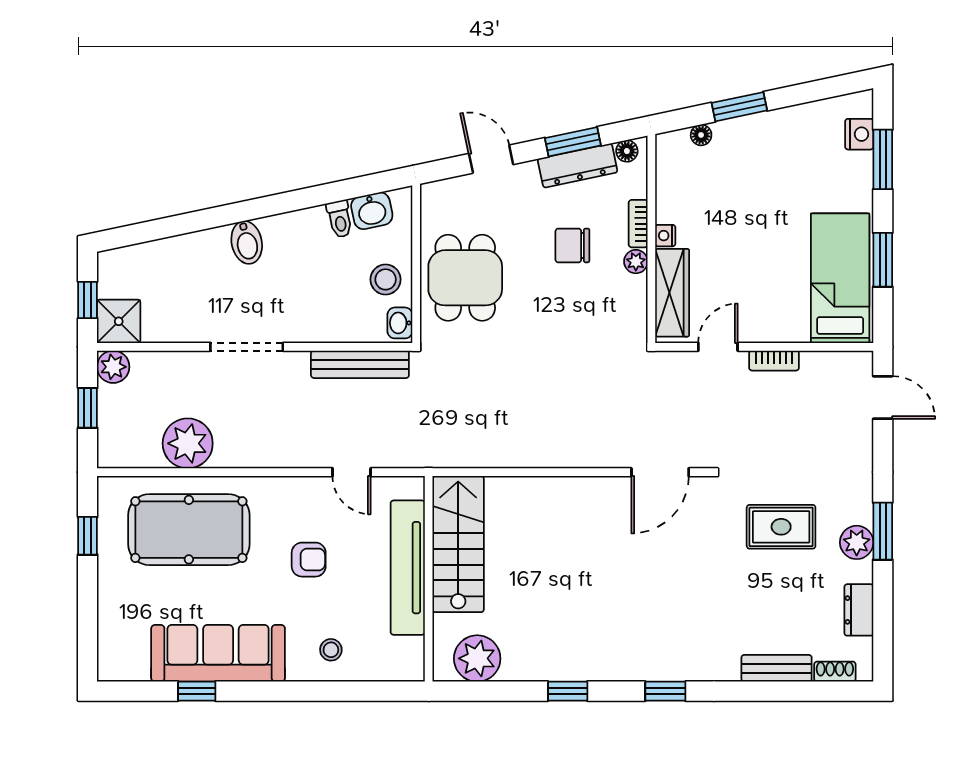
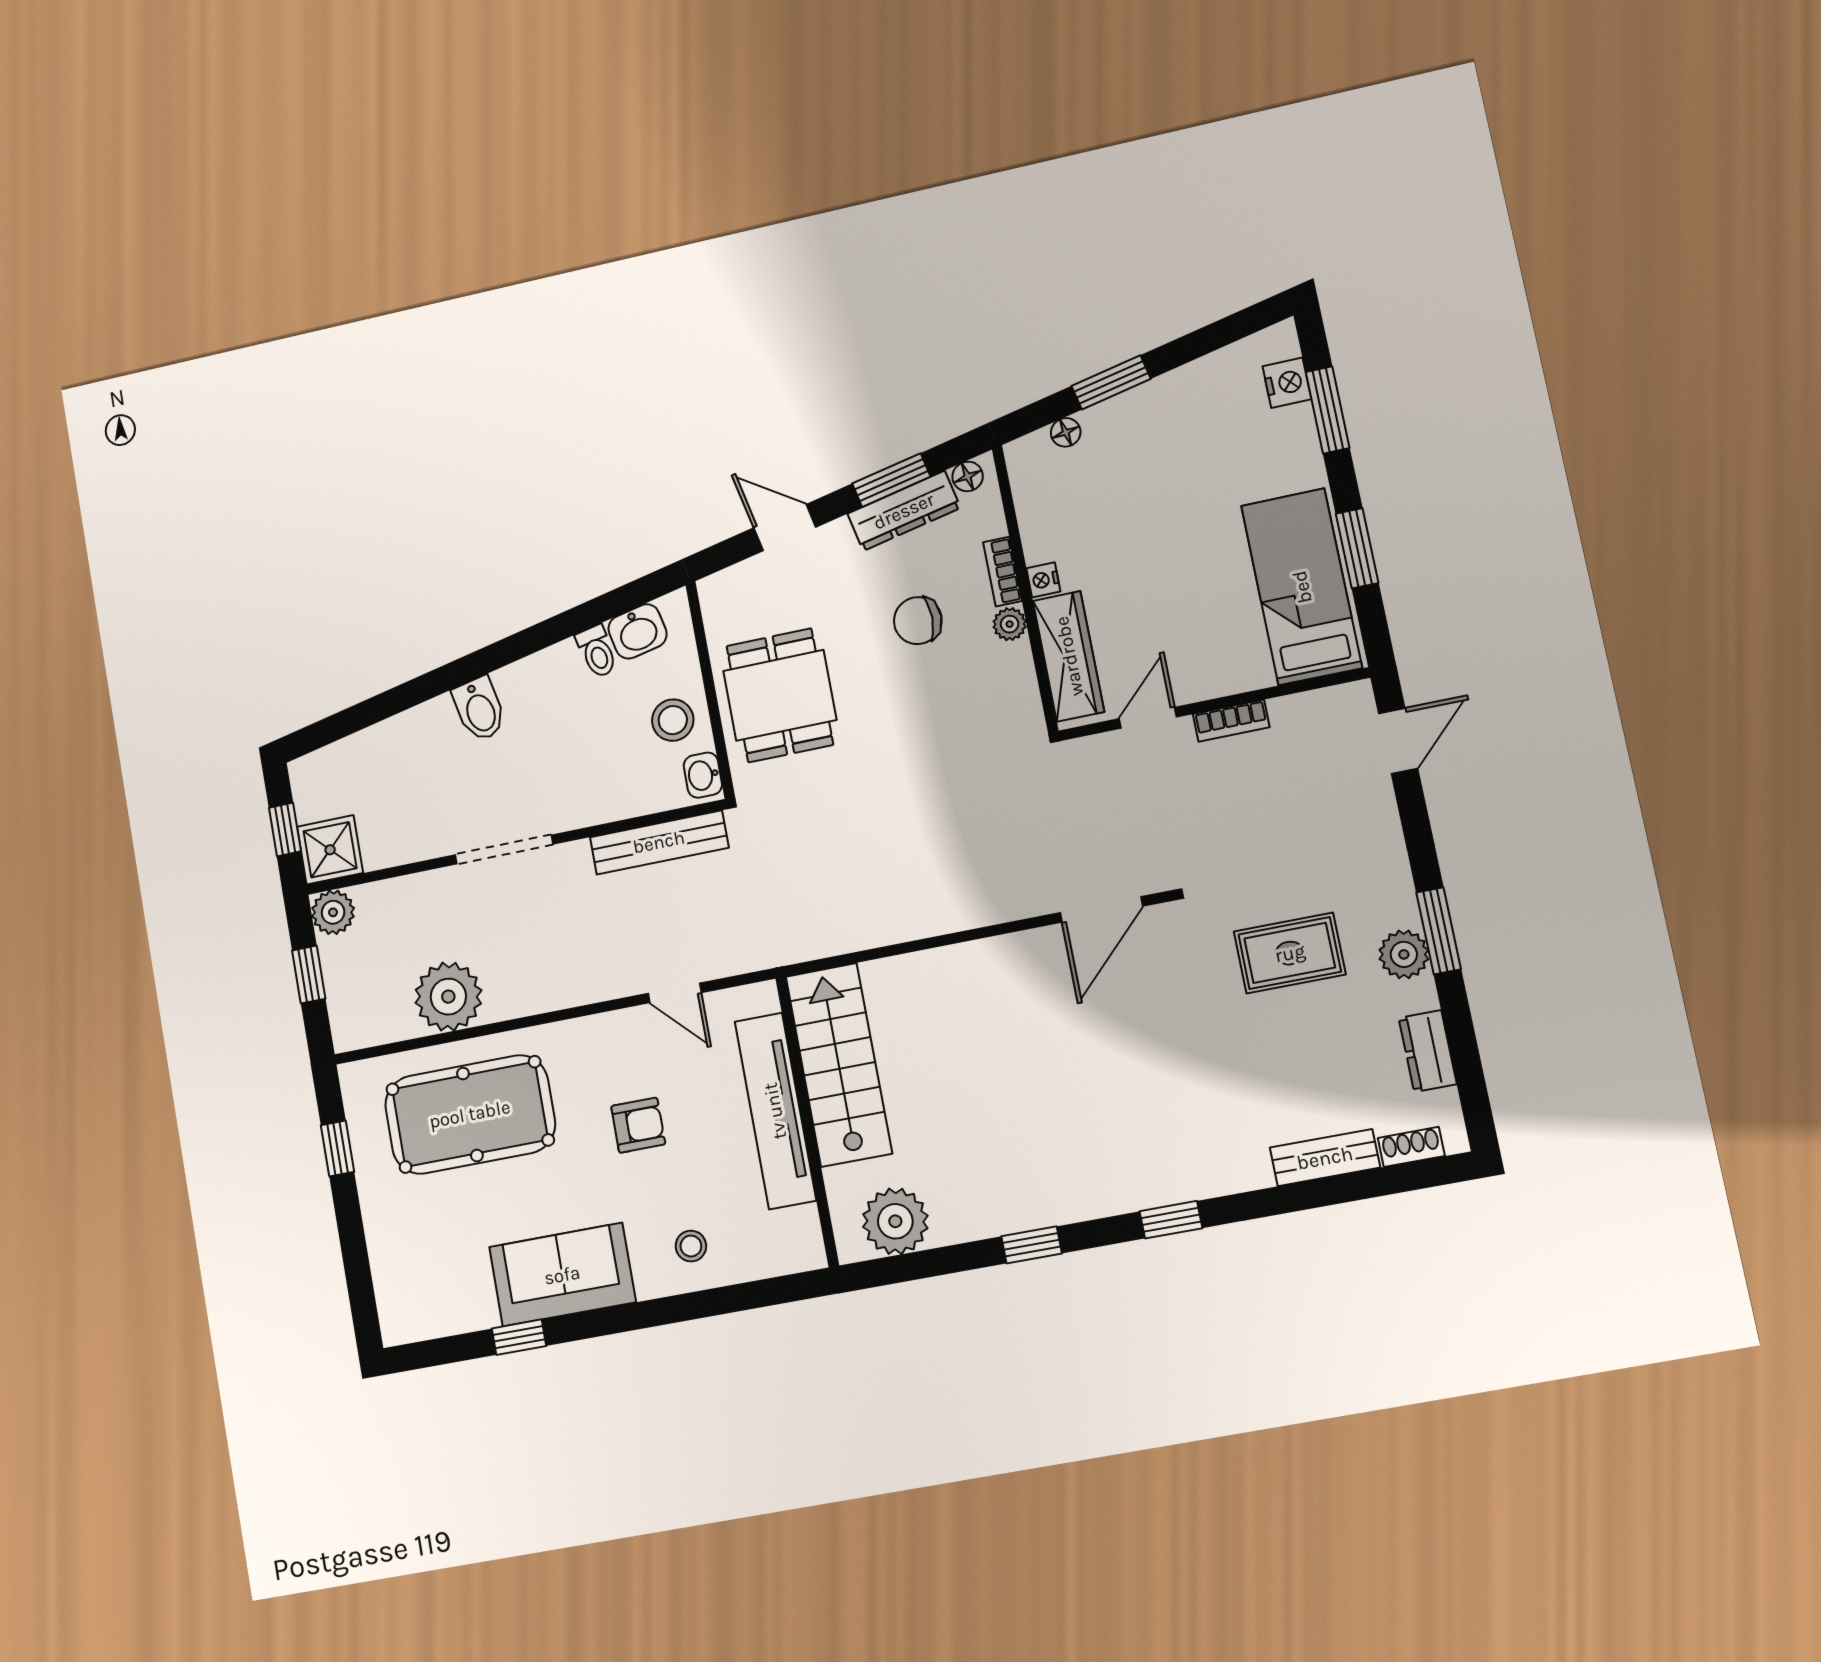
door: (883, 397) -> (1398, 741), hinge flipped
sofa: (218, 653) -> (562, 1275), width x0.73

